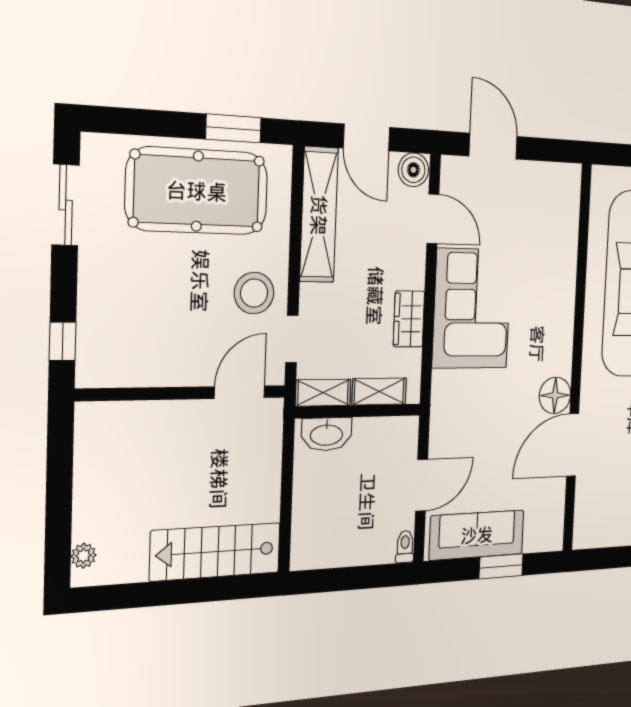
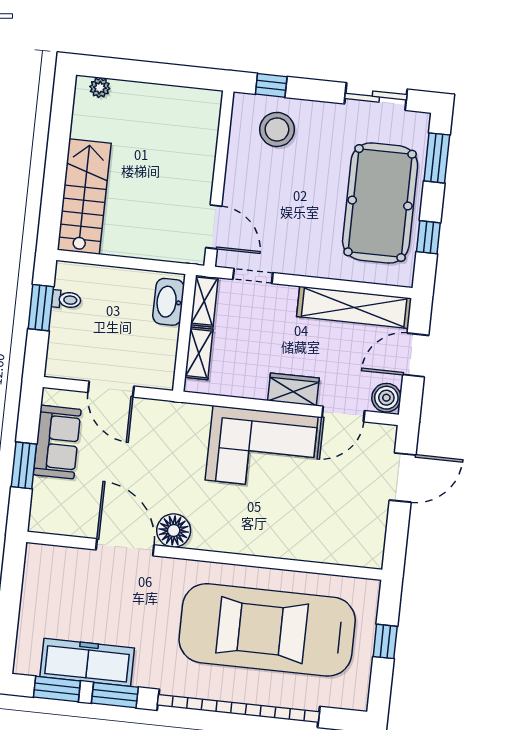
window: (137, 122) -> (437, 158), added
window: (233, 128) -> (428, 237), width x0.67
stool: (254, 293) -> (277, 129), moved
wardrobe: (409, 319) -> (293, 389), moved
sofa: (477, 535) -> (57, 442), width x0.73
toilet: (405, 547) -> (66, 300), moved
window: (342, 579) -> (41, 308), added

